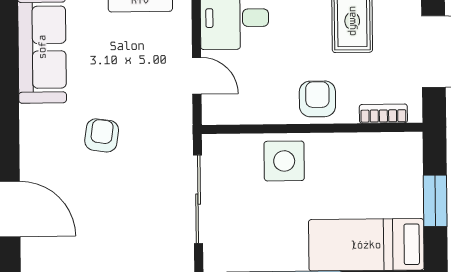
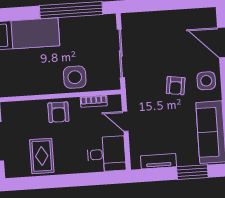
bookcase: (383, 114) -> (94, 101), moved
side table: (45, 141) -> (206, 81), added

